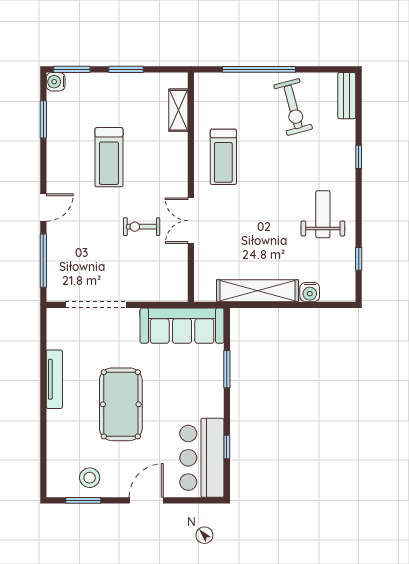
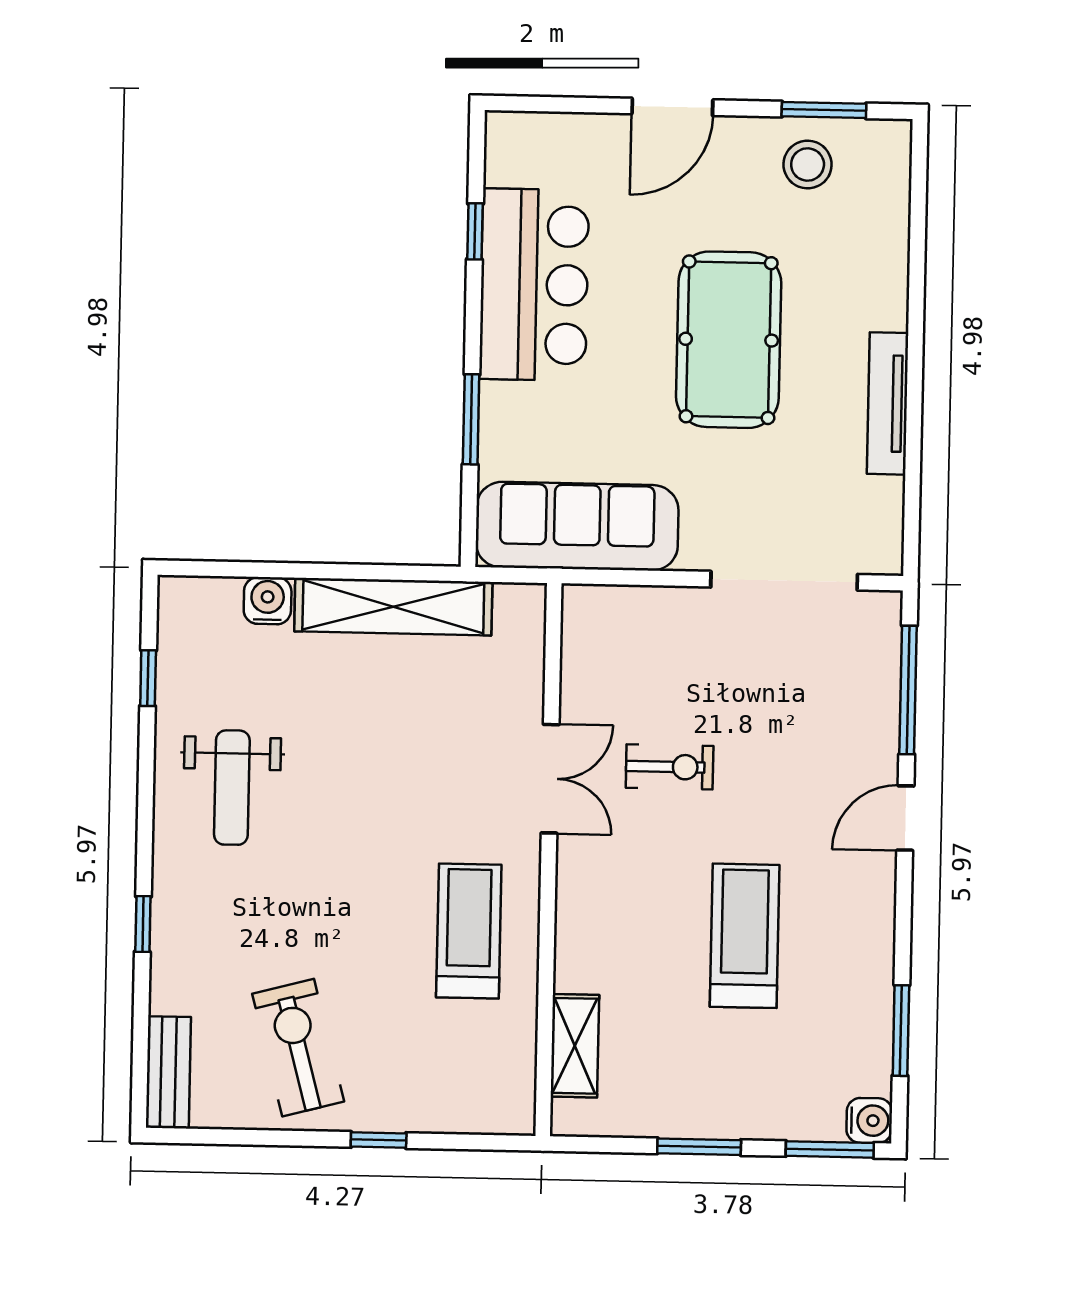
window: (259, 69) -> (379, 1140), width x0.32
bar counter: (202, 458) -> (534, 285), moved

